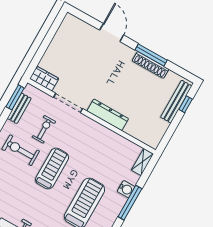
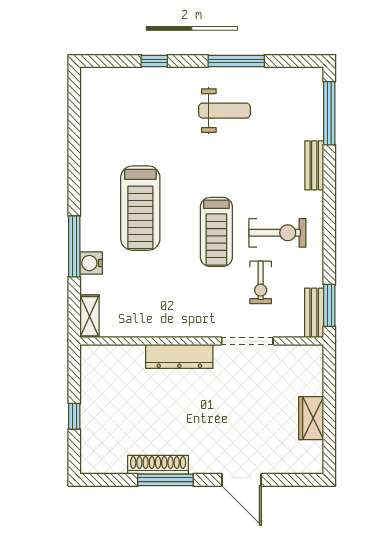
wardrobe: (44, 79) -> (311, 418), moved, turned 90
bench: (176, 102) -> (90, 432), removed
window: (186, 104) -> (74, 416), moved
bench: (19, 108) -> (314, 313), moved

